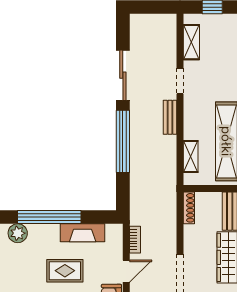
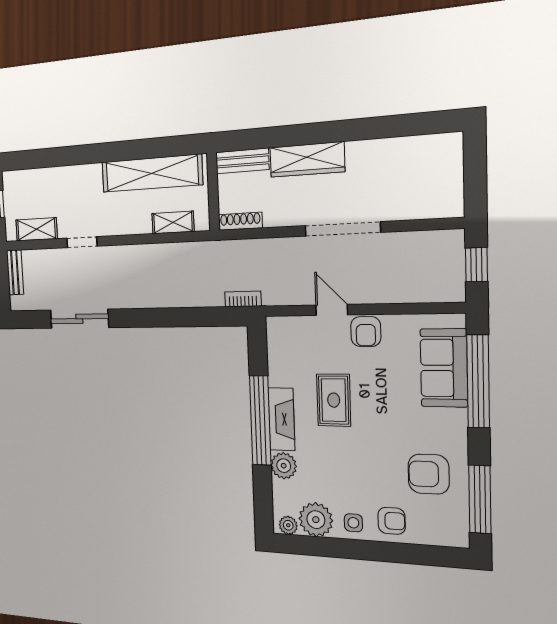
bench: (170, 117) -> (15, 272), moved, turned 90
window: (123, 141) -> (158, 318), removed
fireplace: (83, 233) -> (281, 419), moved
bookcase: (135, 240) -> (243, 299), moved

